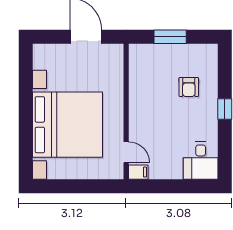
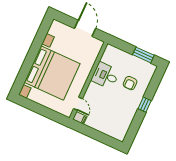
window: (170, 37) -> (143, 55), moved
desk: (201, 161) -> (105, 76), moved, turned 90

